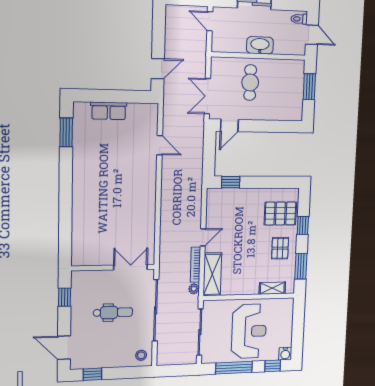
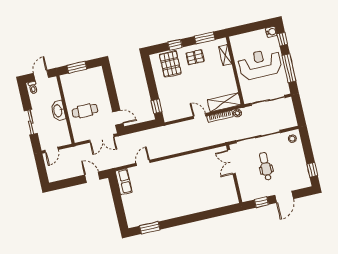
row of seats: (109, 111) -> (124, 182), moved
door: (64, 348) -> (284, 197), moved

